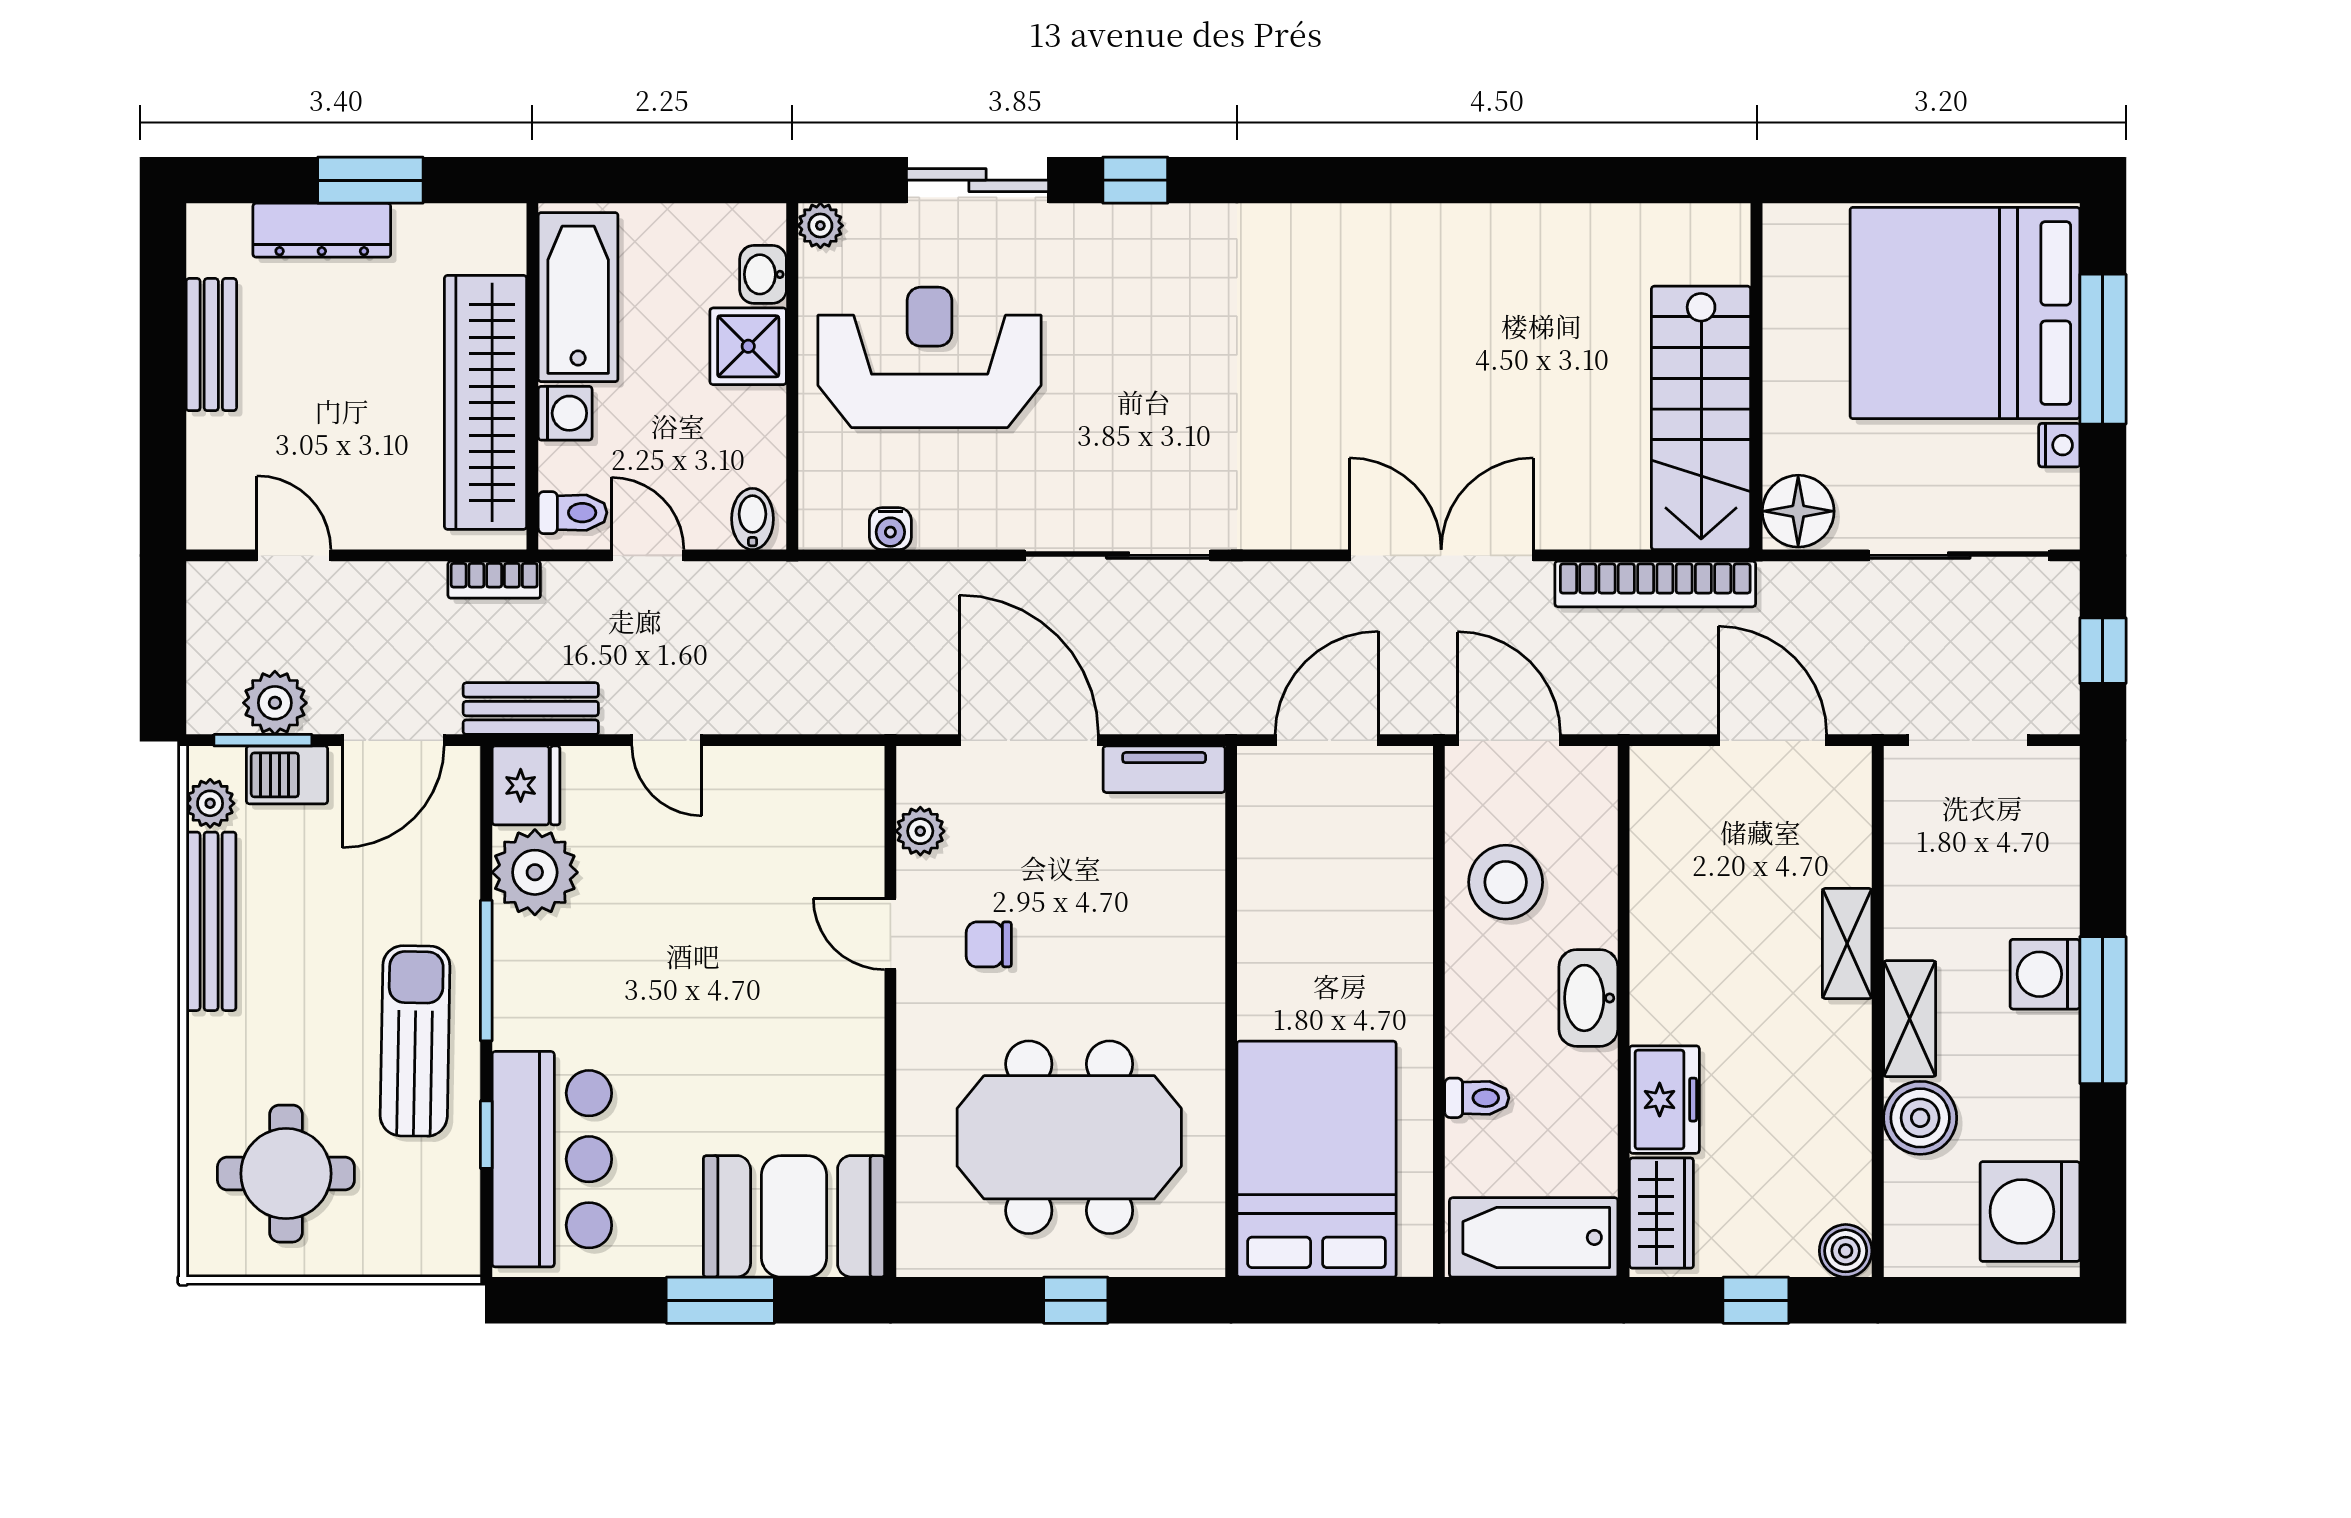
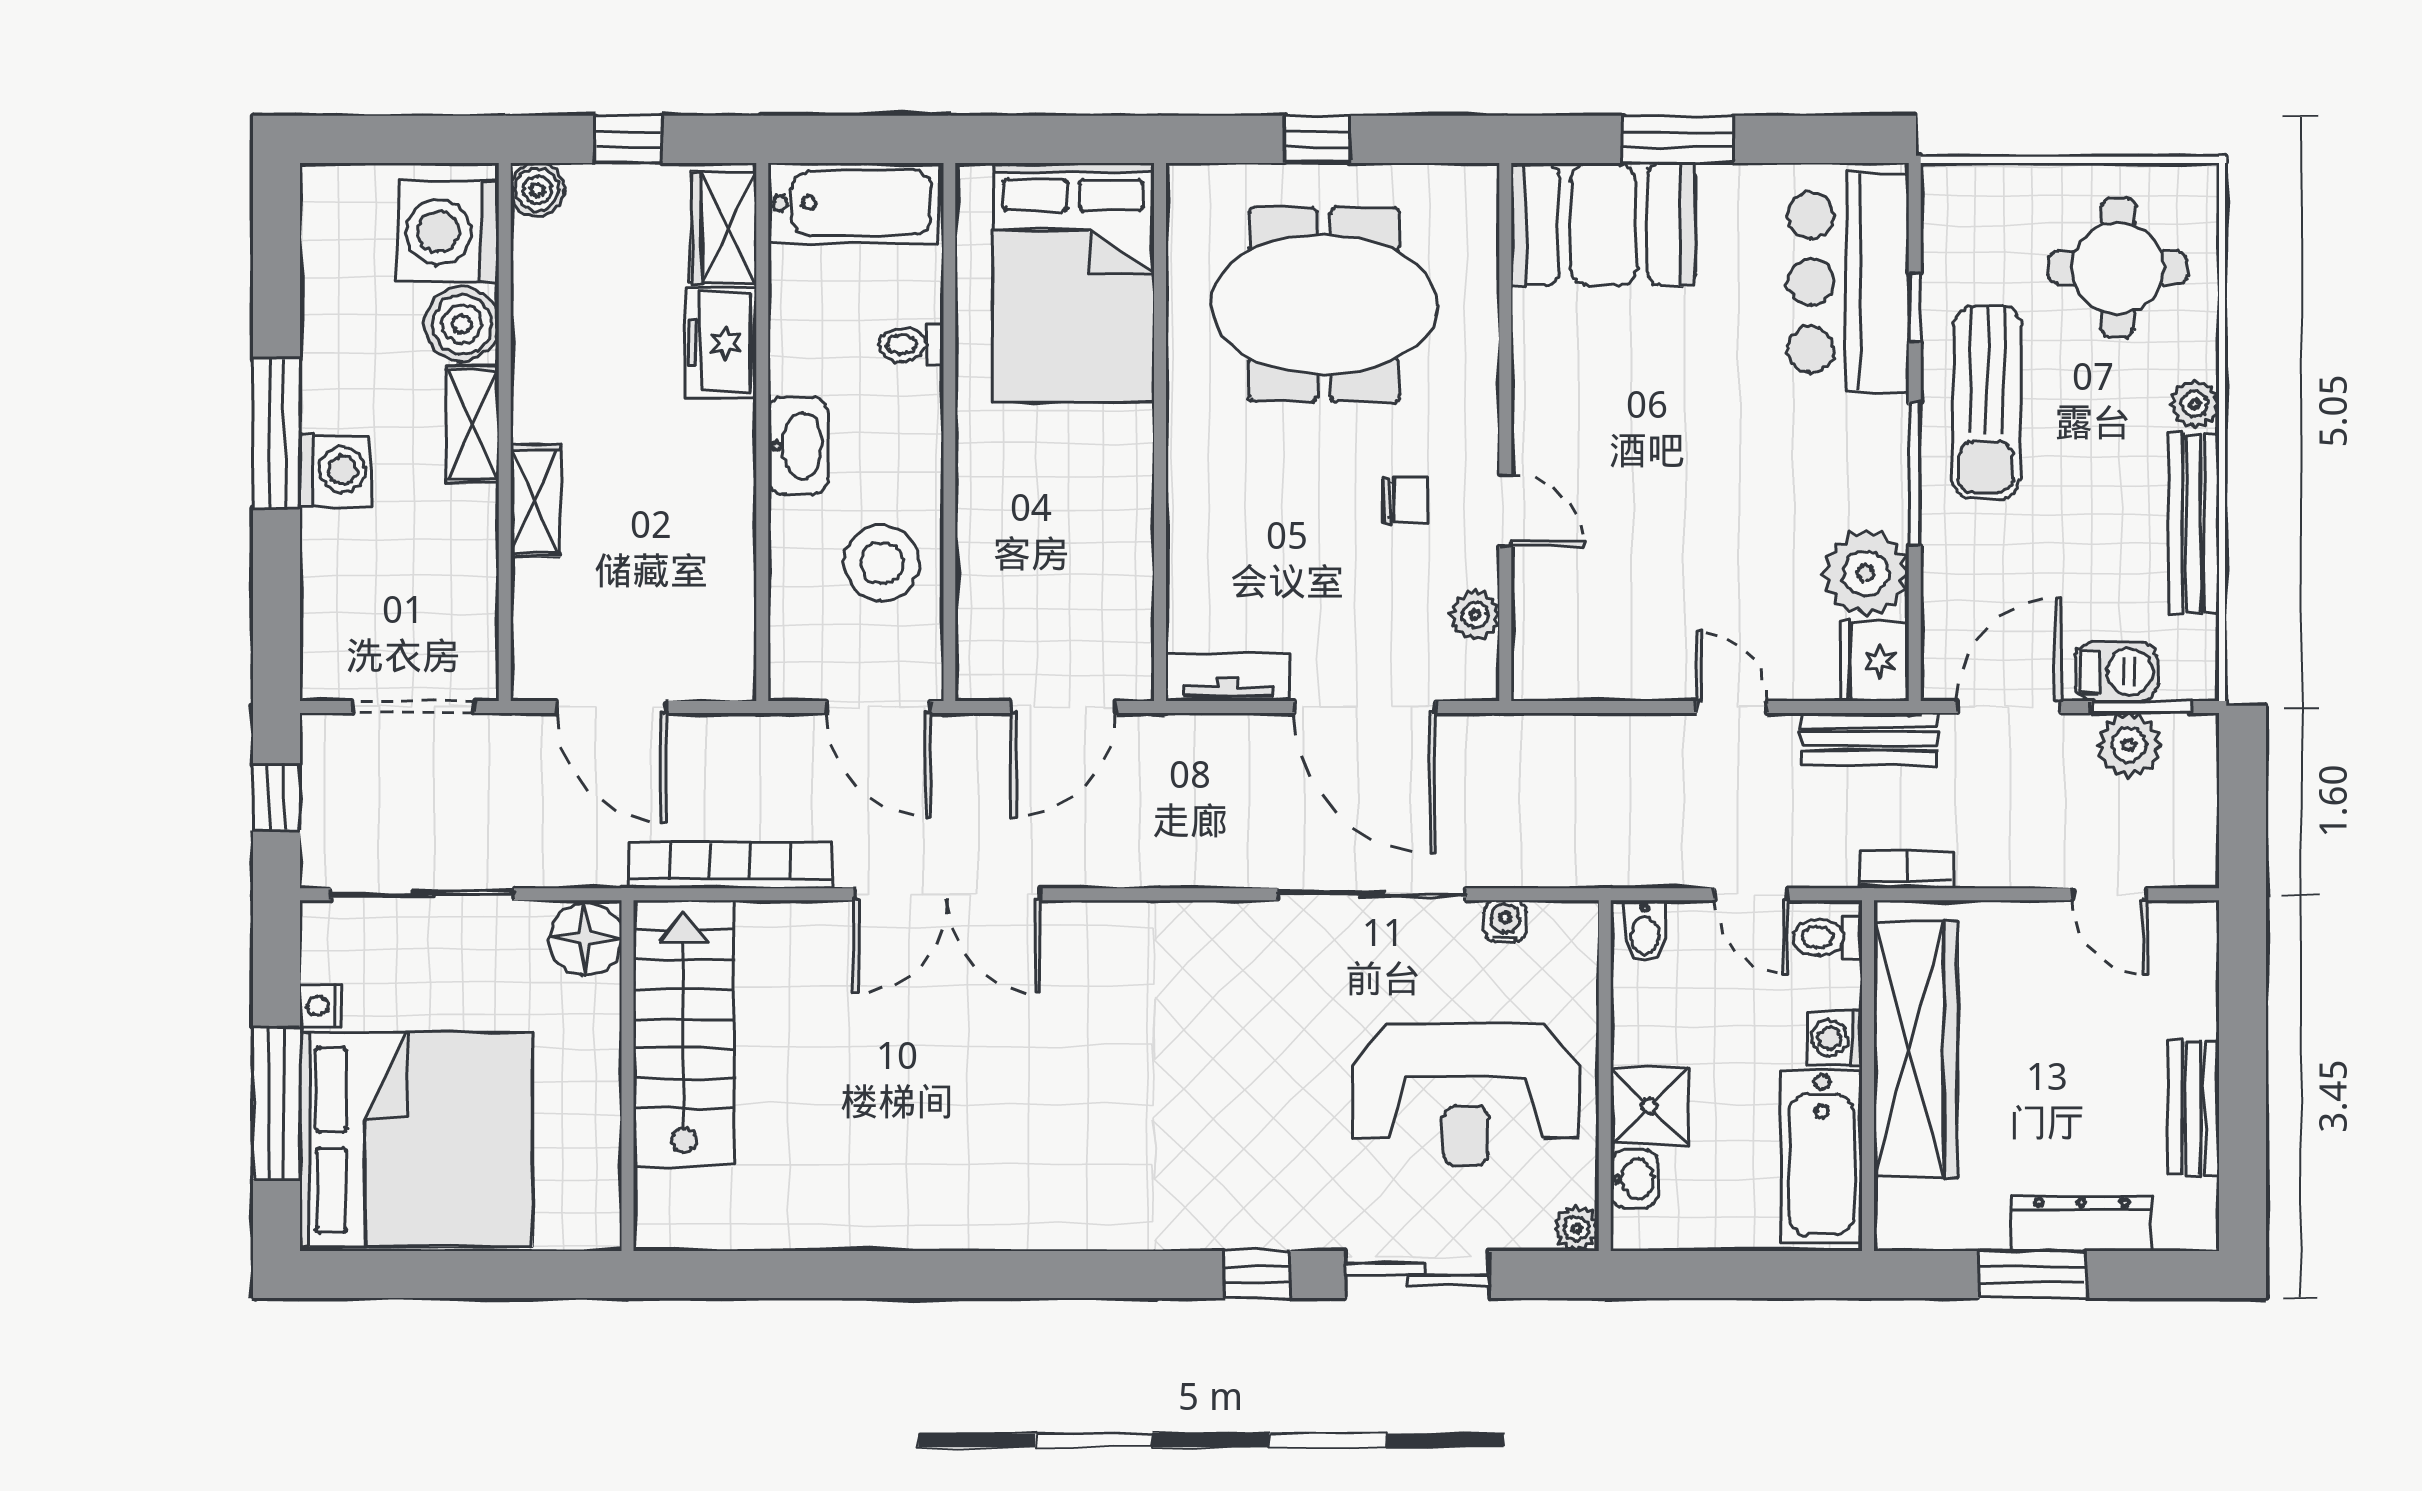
sliding door: (1118, 555) -> (1372, 894), moved
plant: (210, 803) -> (2195, 404), moved
washing machine: (2030, 1212) -> (448, 232), moved, turned 180

